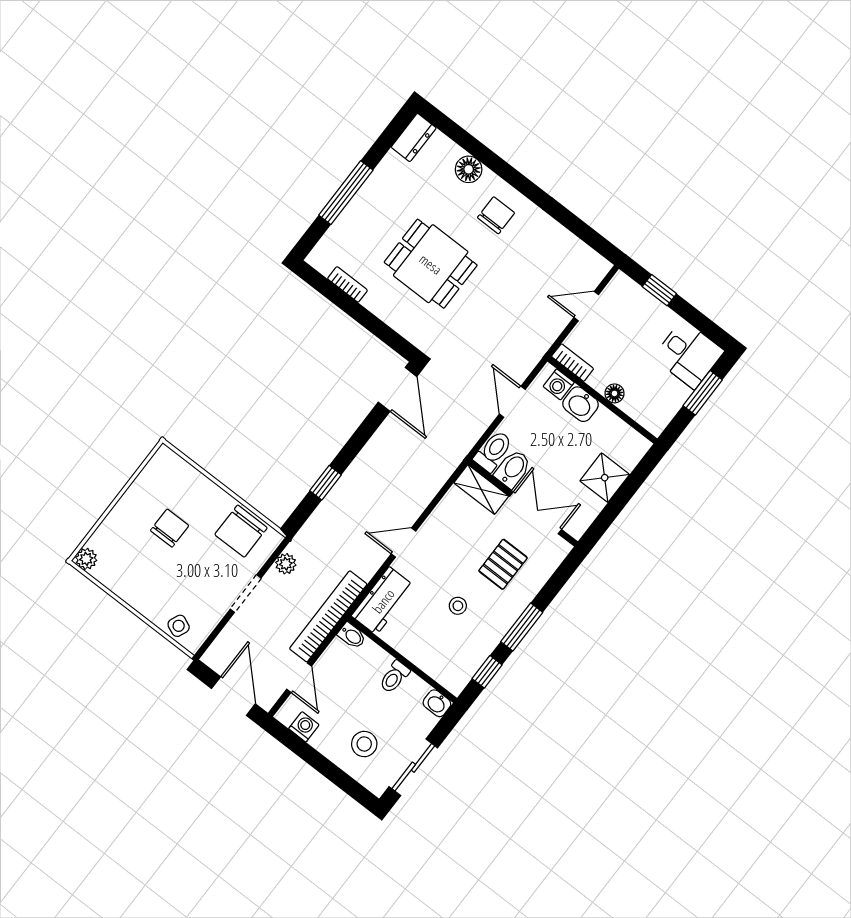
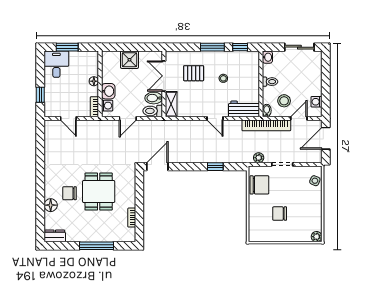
chair: (496, 215) -> (70, 193), moved
stool: (364, 744) -> (284, 101), moved

